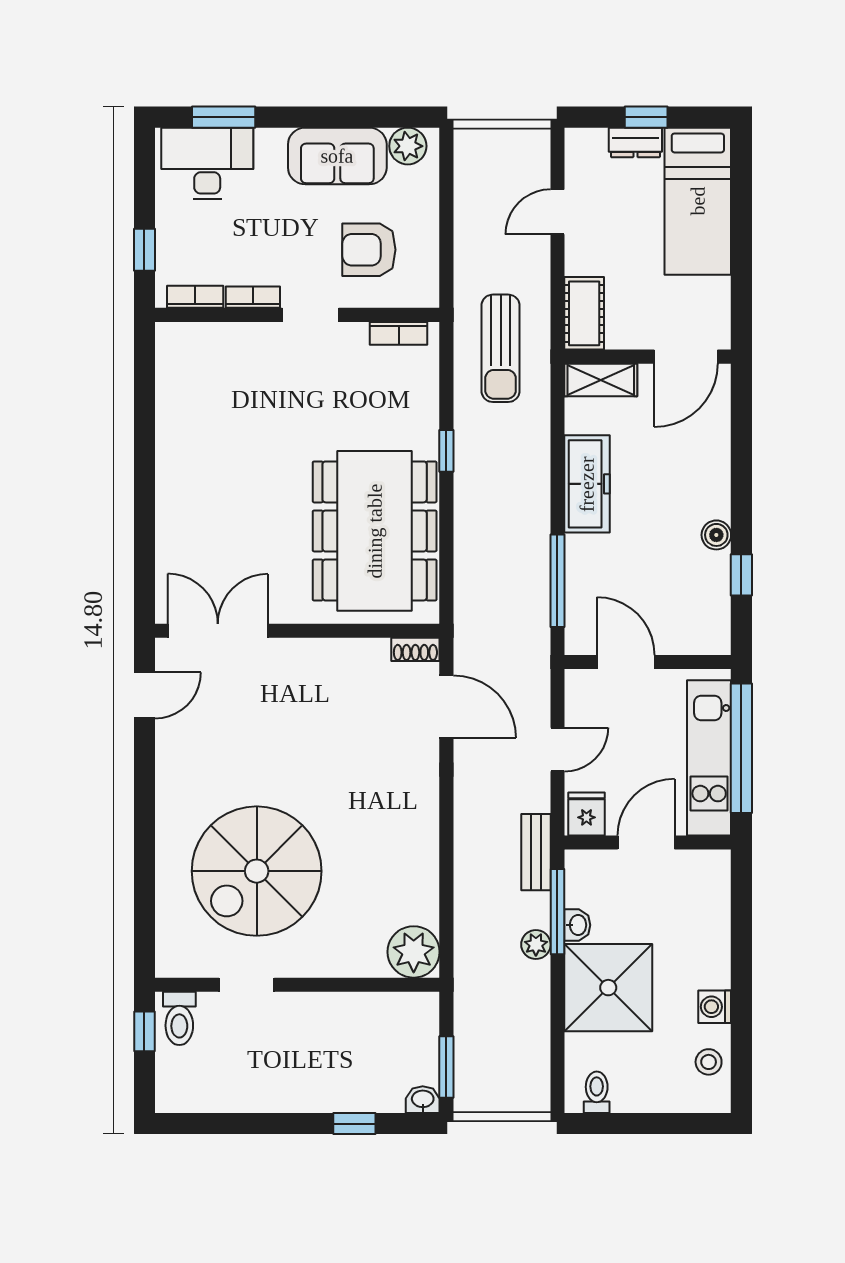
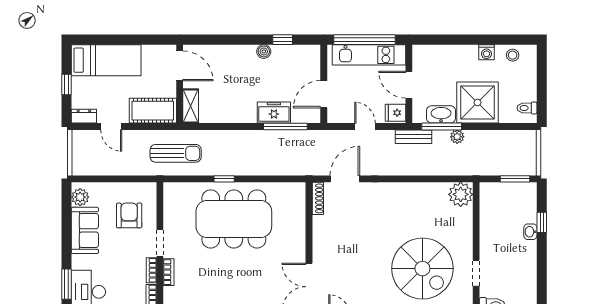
dresser: (635, 142) -> (84, 116), moved, turned -90
armchair: (369, 250) -> (129, 215), turned 180
cot: (584, 313) -> (153, 111), width x1.37, depth x1.34
bookcase: (399, 333) -> (169, 272), moved
freezer: (587, 484) -> (274, 113), moved, width x0.71
dining table: (375, 531) -> (234, 219), moved
shoe rack: (415, 649) -> (318, 198), width x1.43
washbasin: (577, 925) -> (441, 114), width x1.91, depth x1.45
washbasin: (423, 1100) -> (530, 232), moved

